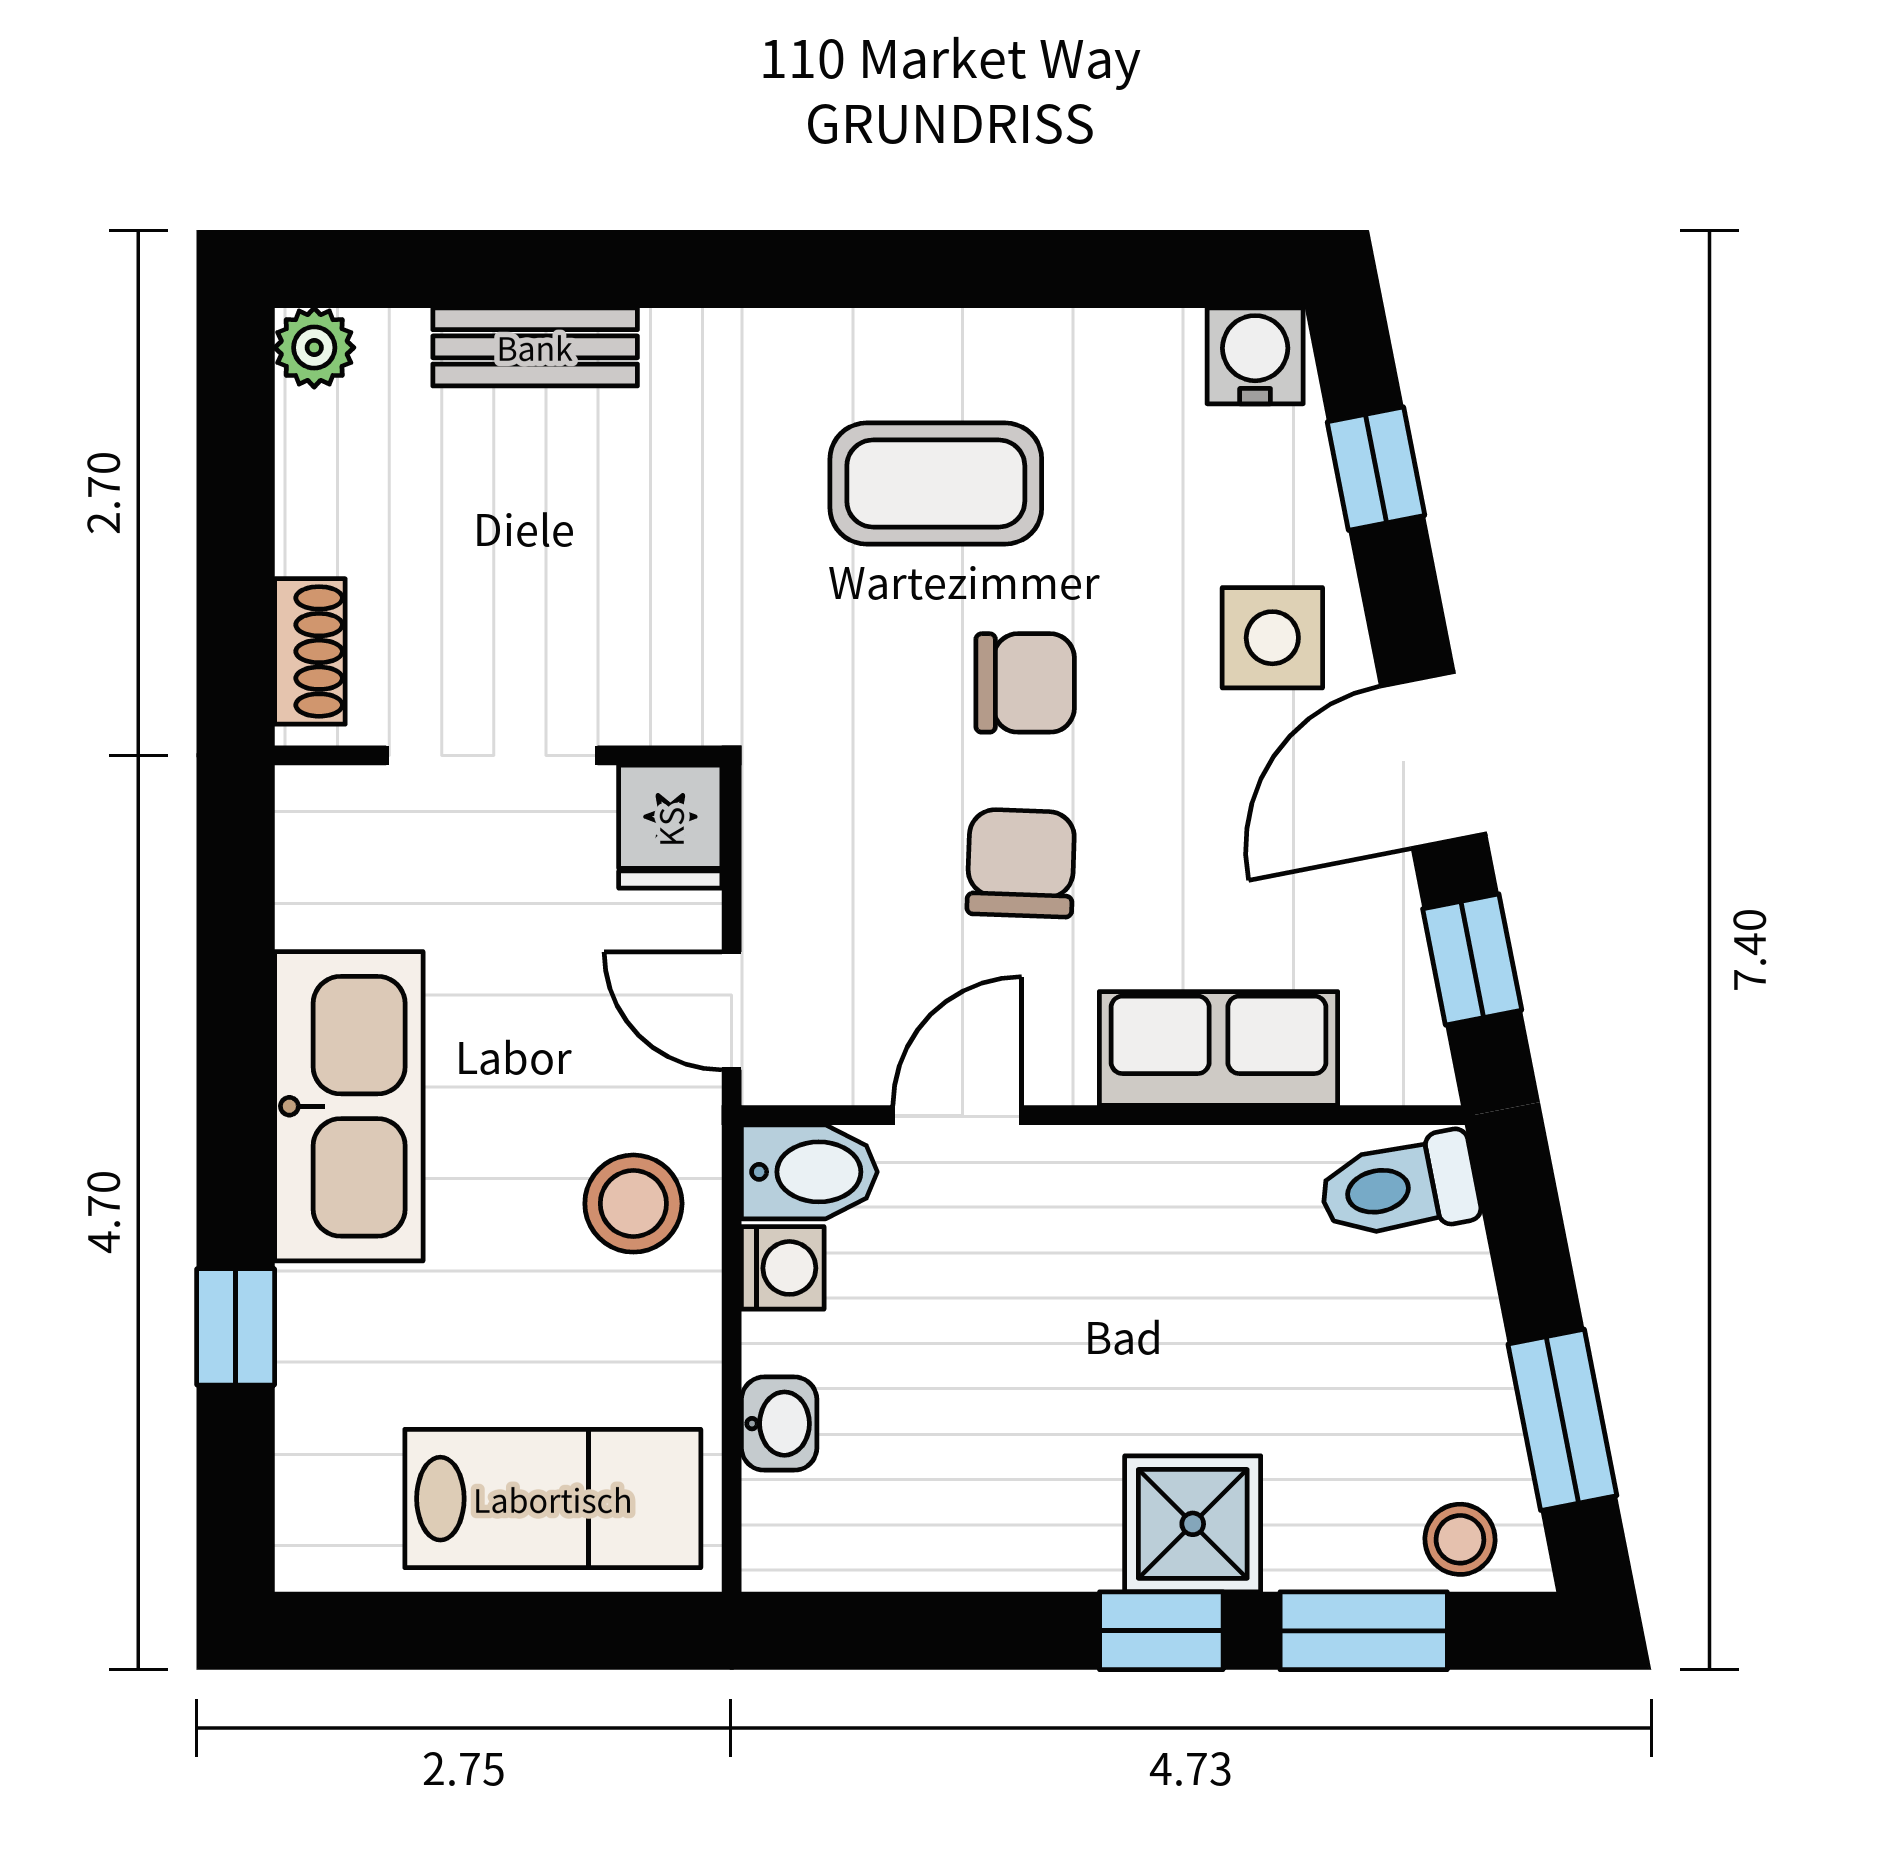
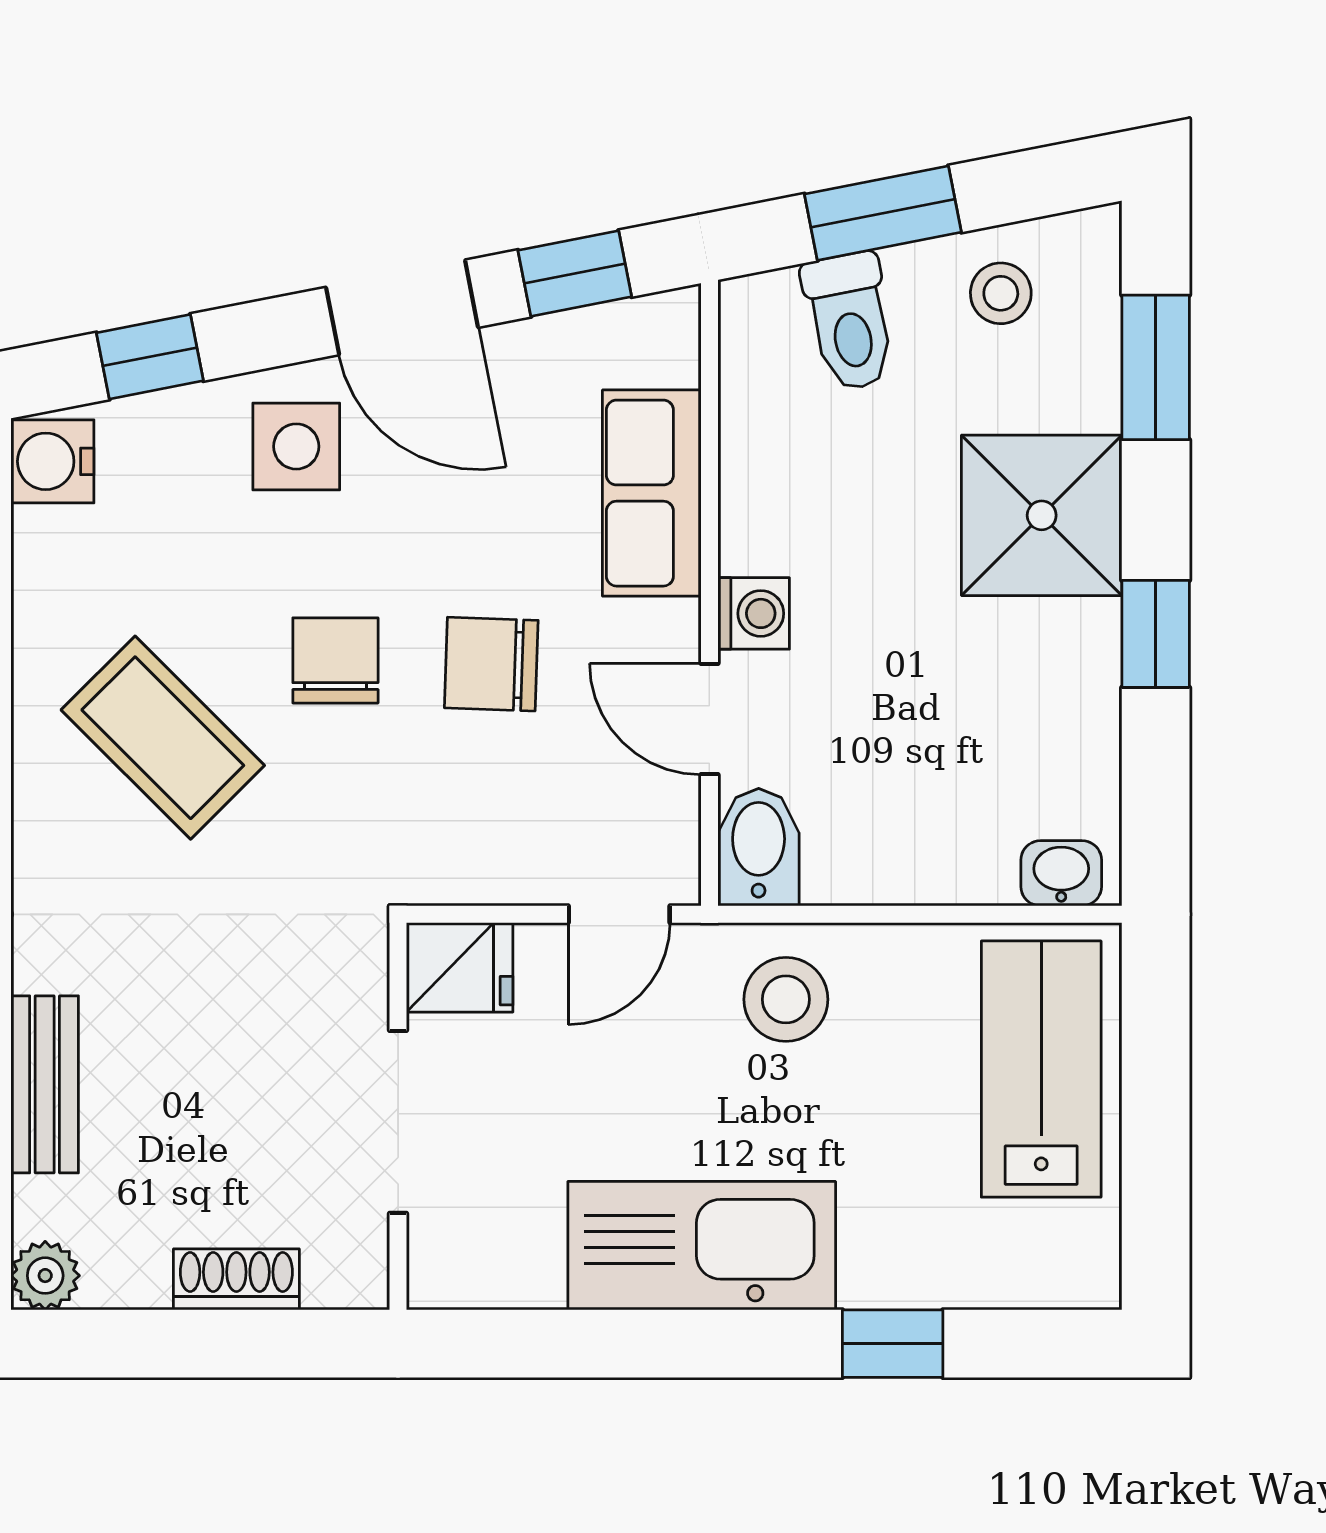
coffee table: (936, 484) -> (163, 738), turned -45
shoe rack: (310, 651) -> (236, 1279), moved
toilet: (1399, 1187) -> (850, 322), moved
washing machine: (783, 1268) -> (754, 613), moved, turned 90
window: (1562, 1420) -> (883, 213), moved
washbasin: (779, 1424) -> (1061, 873), moved
shower: (1193, 1524) -> (1042, 515), width x1.36, depth x1.36
stool: (1460, 1539) -> (1001, 293), moved
window: (1161, 1631) -> (1156, 634), moved

